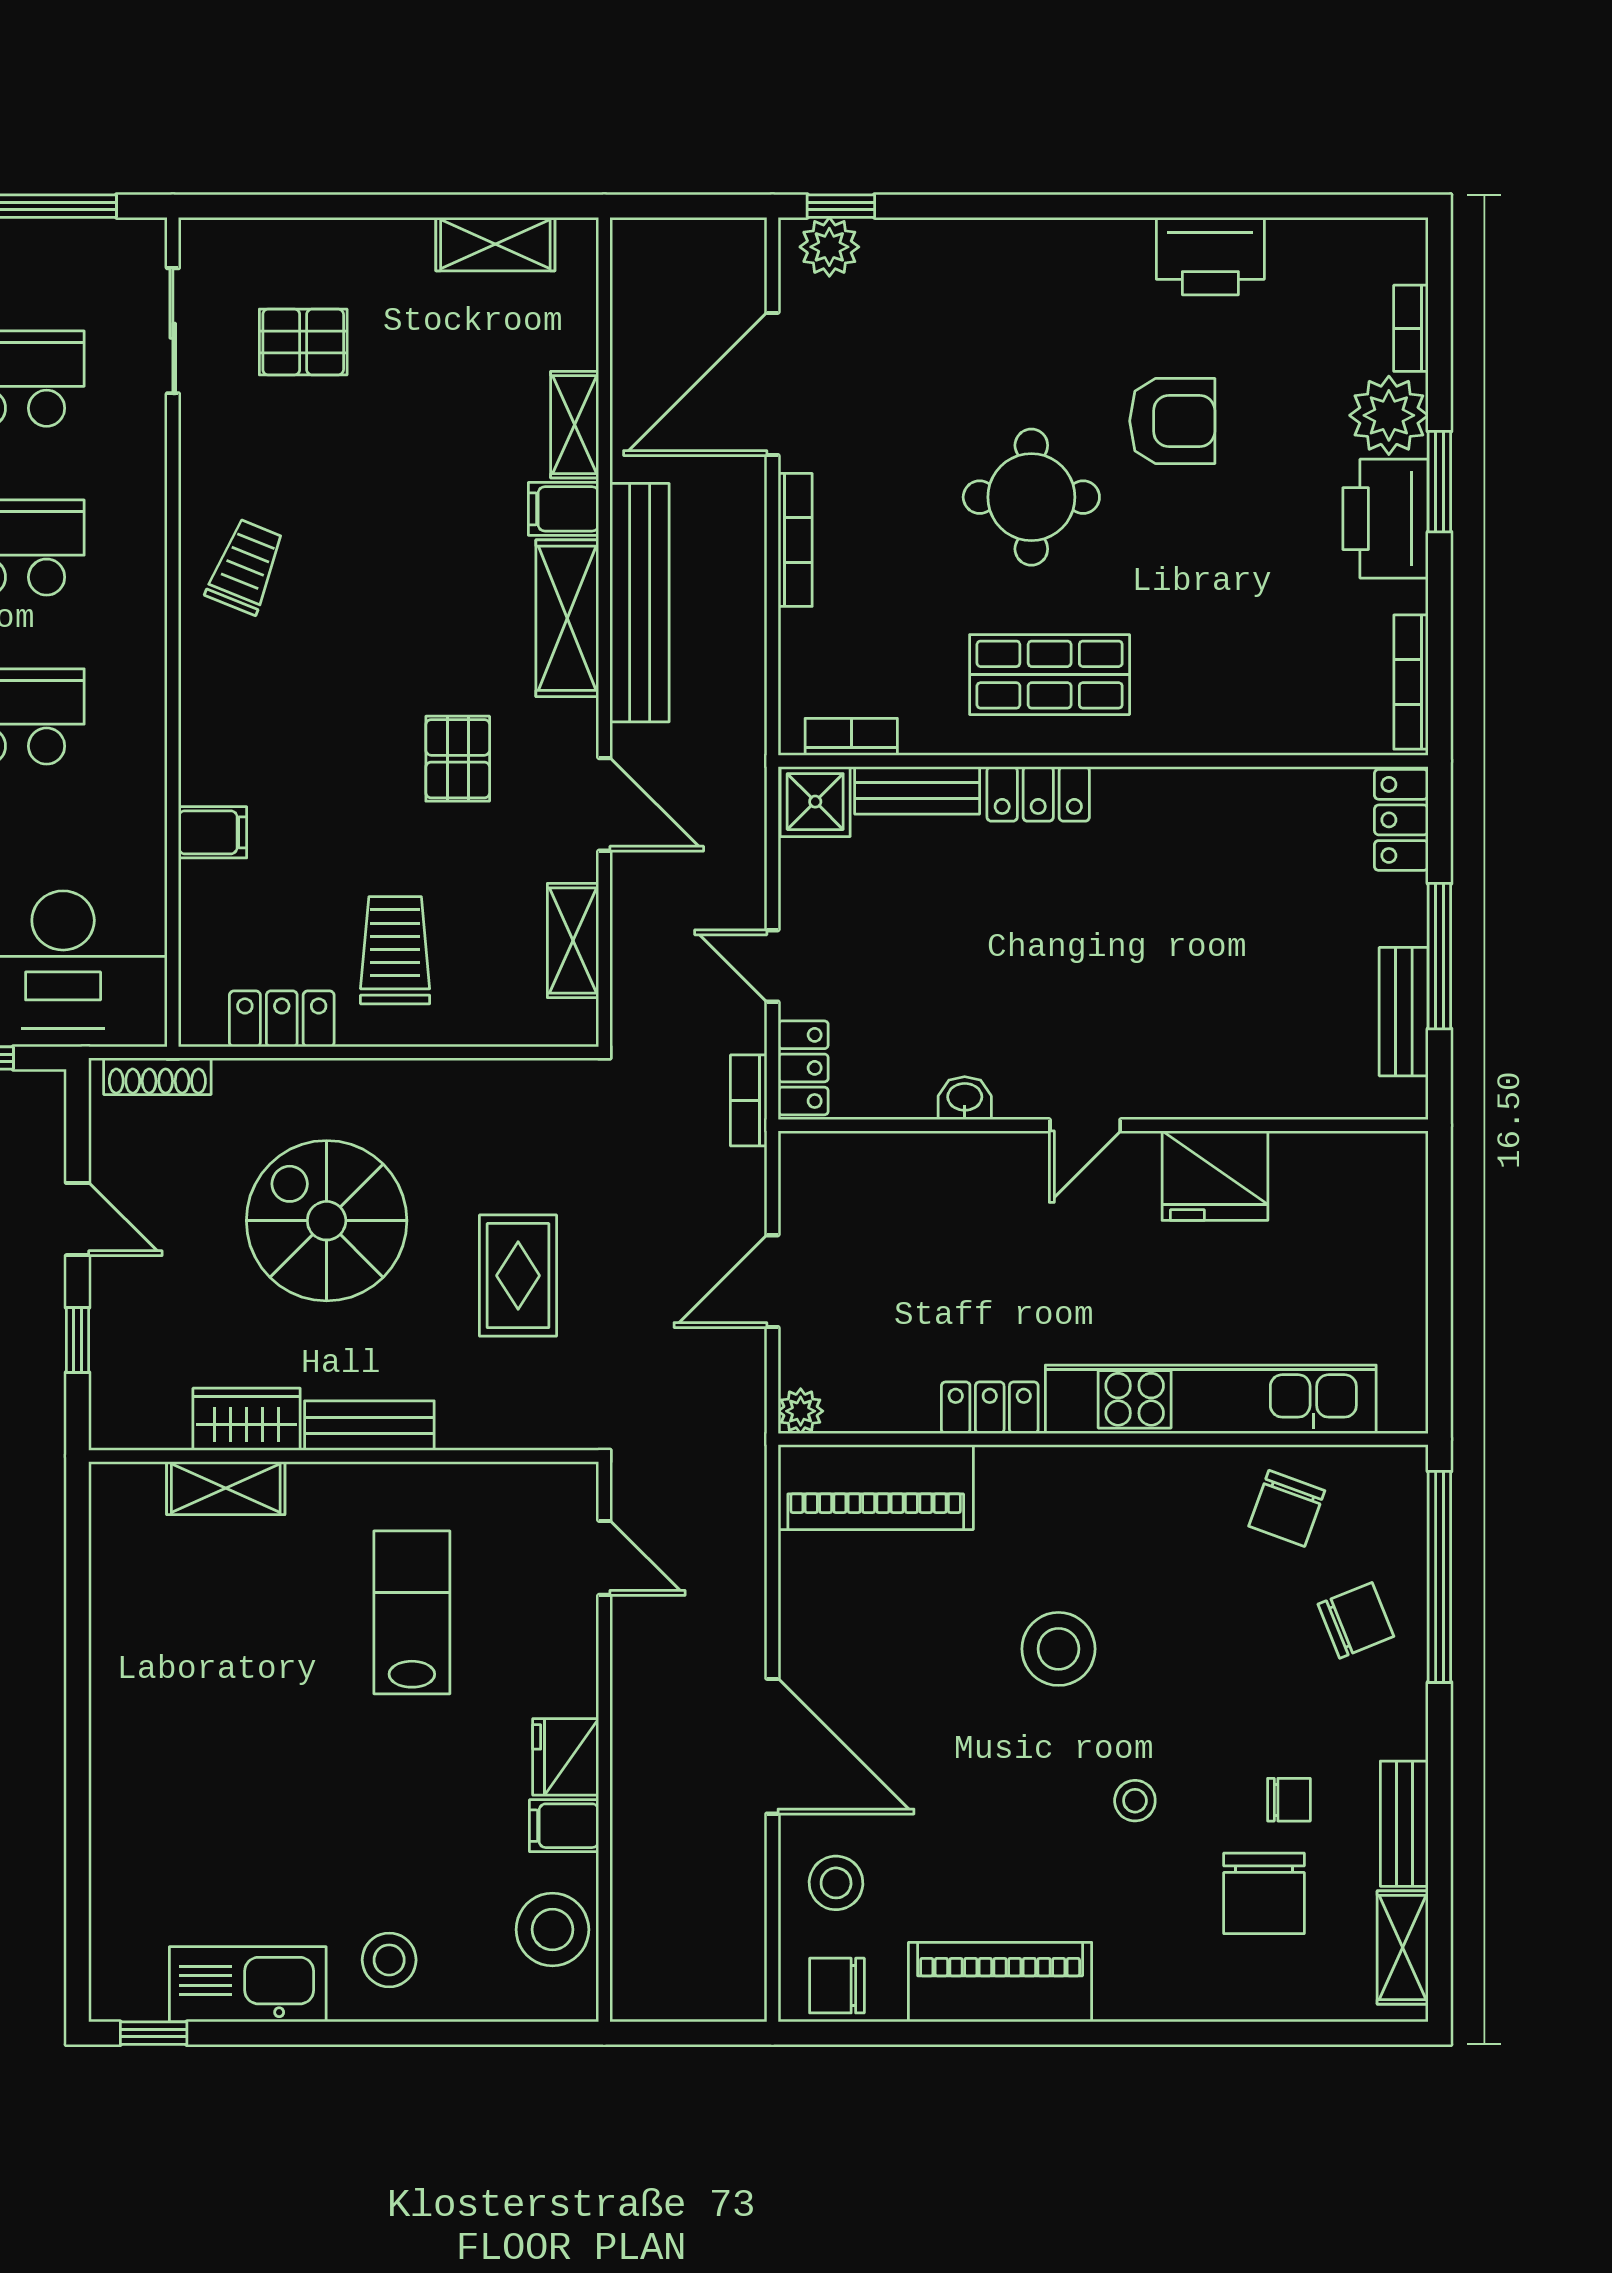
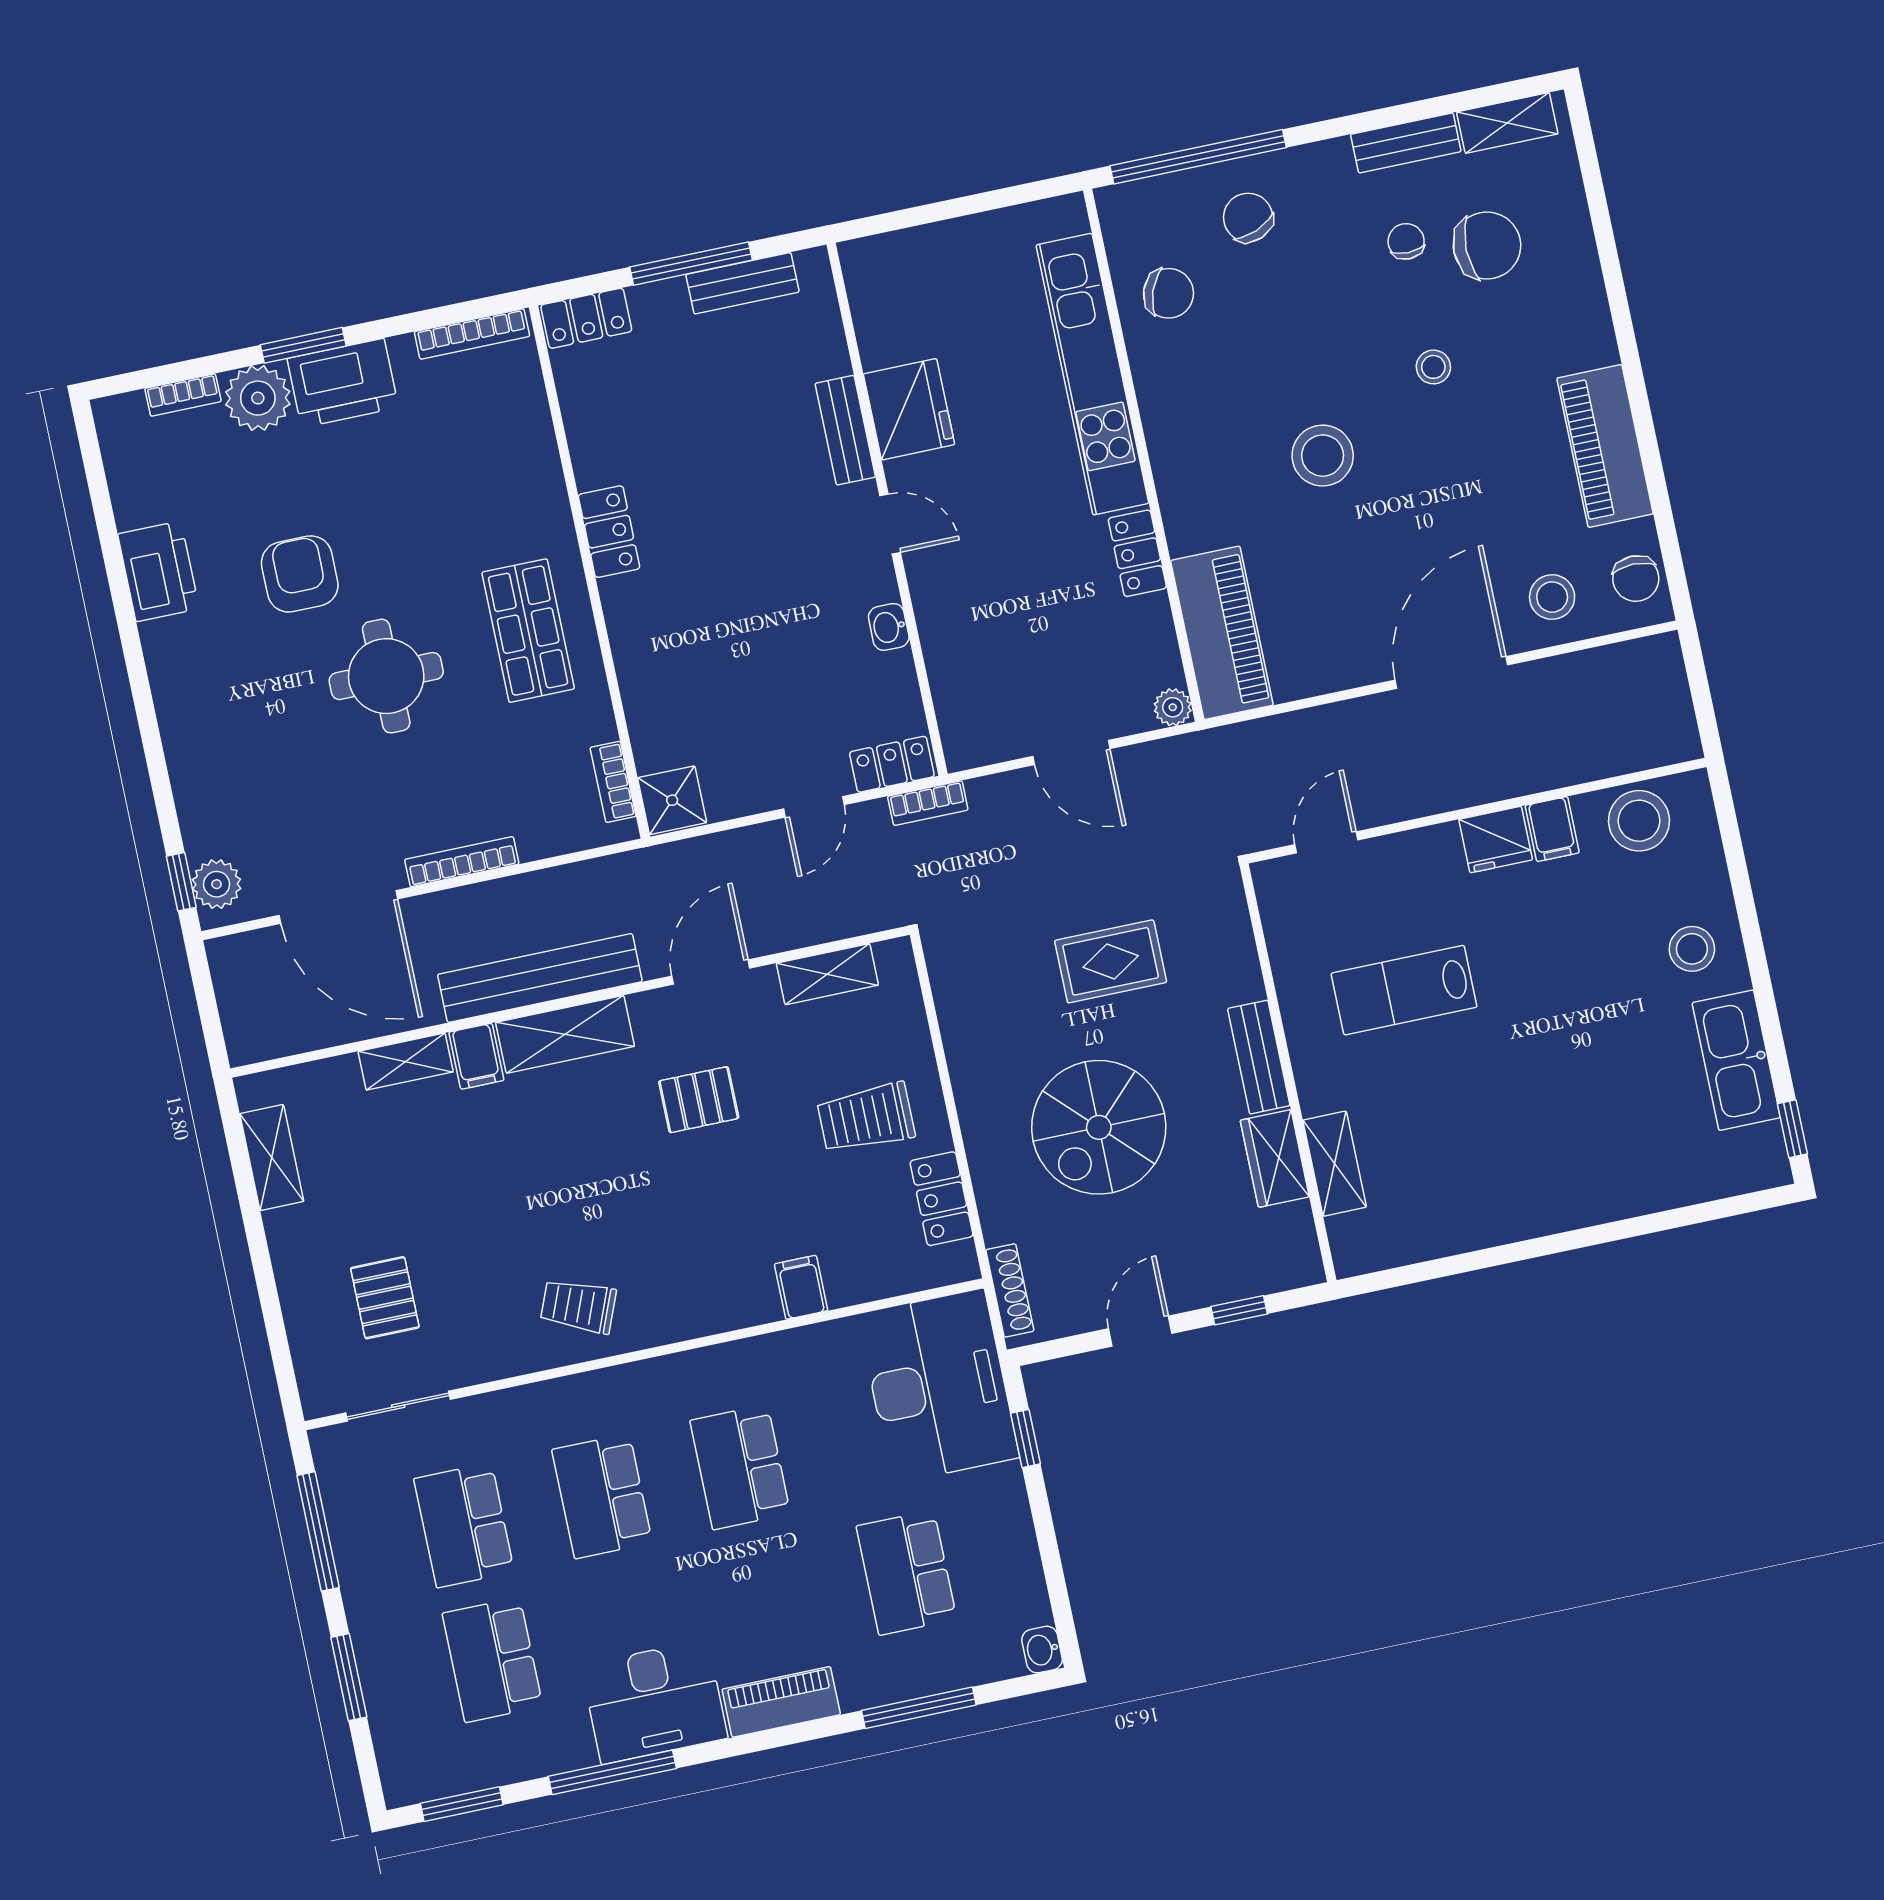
bench: (917, 790) -> (845, 430), moved
locker: (1038, 794) -> (609, 532), moved

